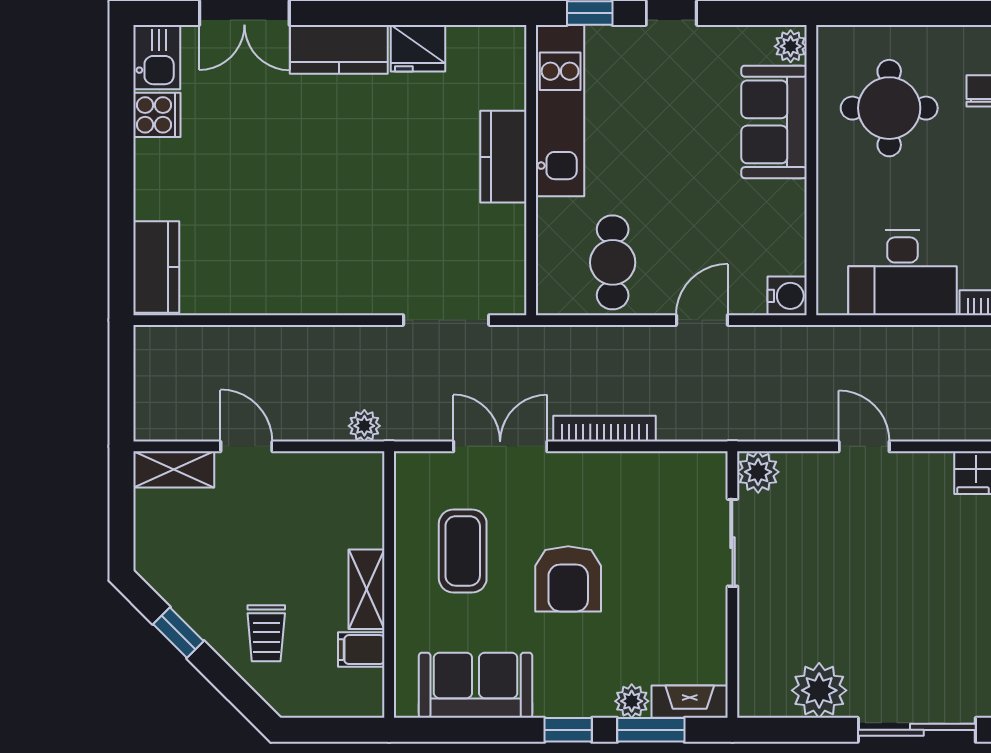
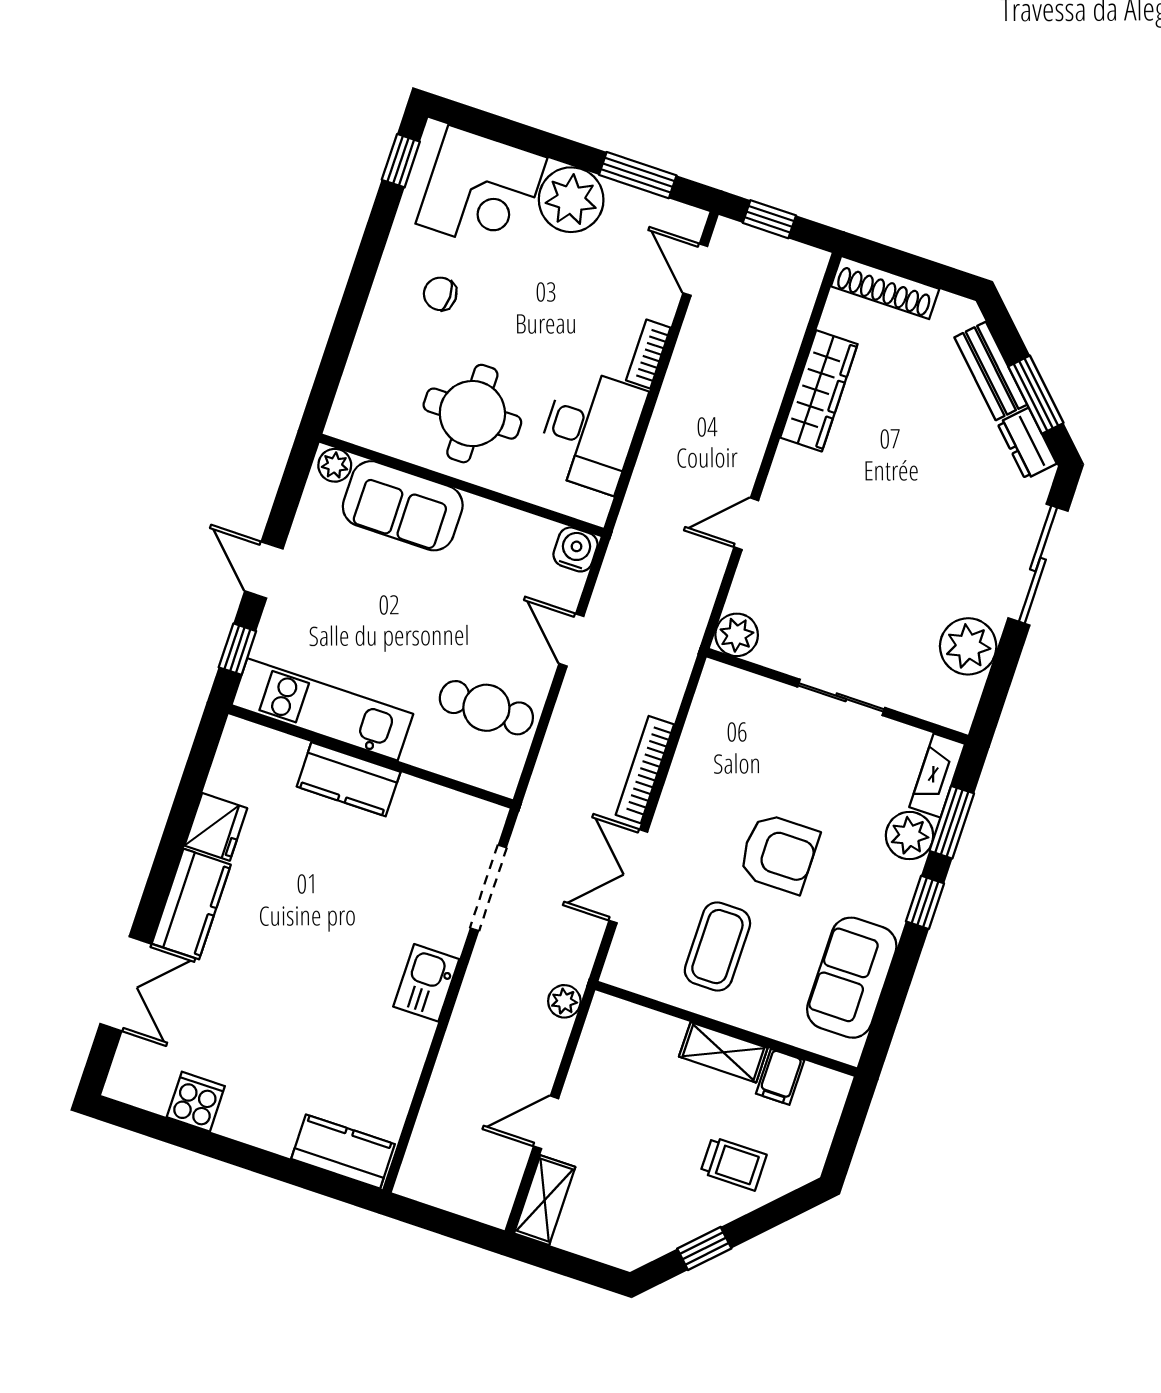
kitchen sink: (157, 57) -> (426, 983), moved, turned -90
round table: (889, 108) -> (472, 414), moved
sliding door: (732, 543) -> (841, 697), moved
coffee table: (463, 551) -> (717, 947), turned 90
plant: (632, 701) -> (910, 836), width x1.38, depth x1.38

